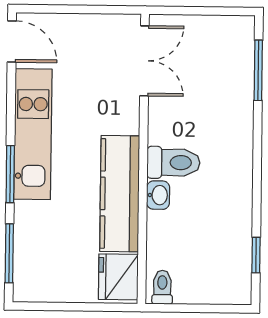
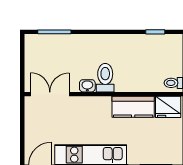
kitchen counter: (120, 194) -> (133, 107), width x0.67
washbasin: (158, 195) -> (87, 86), moved

